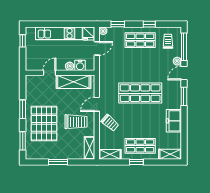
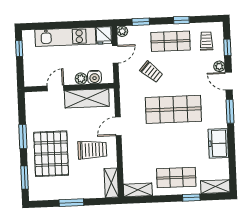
window: (184, 47) -> (227, 47), width x0.46
door: (184, 73) -> (229, 81), hinge flipped
trolley: (110, 123) -> (151, 72), moved
window: (136, 162) -> (191, 198), moved

